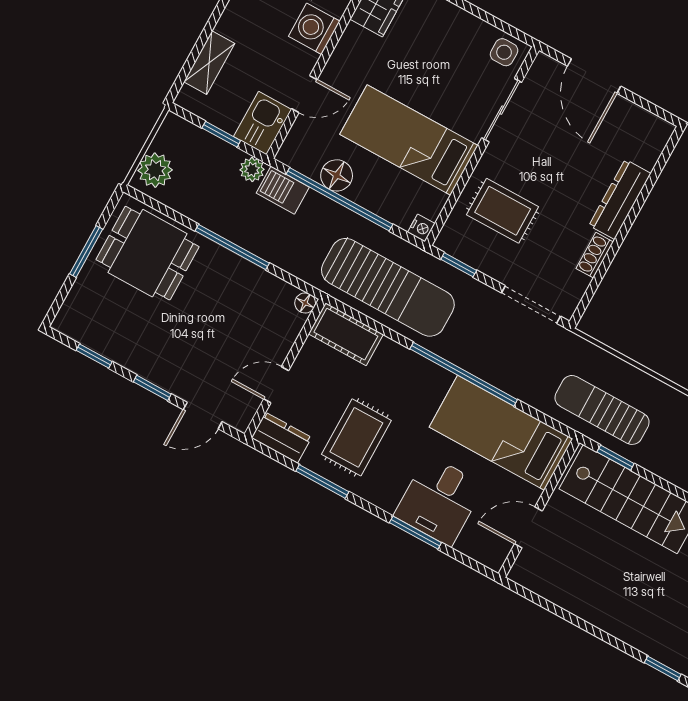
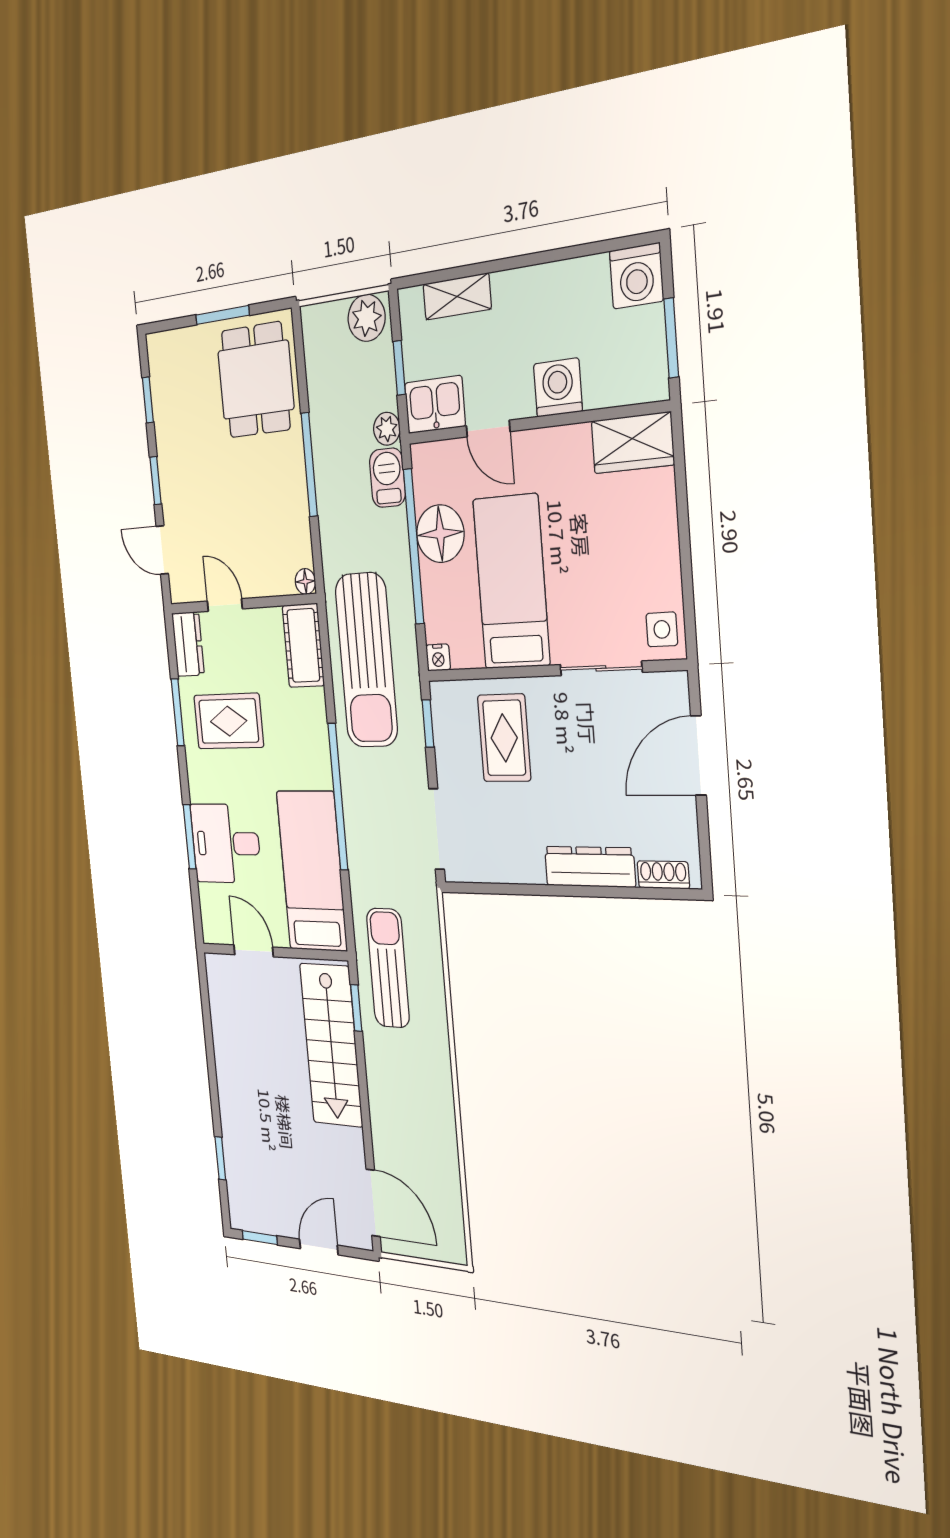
plant: (155, 170) -> (367, 318), moved
floor lamp: (337, 175) -> (440, 534), width x1.38, depth x1.38
shoe rack: (595, 255) -> (663, 875), moved

